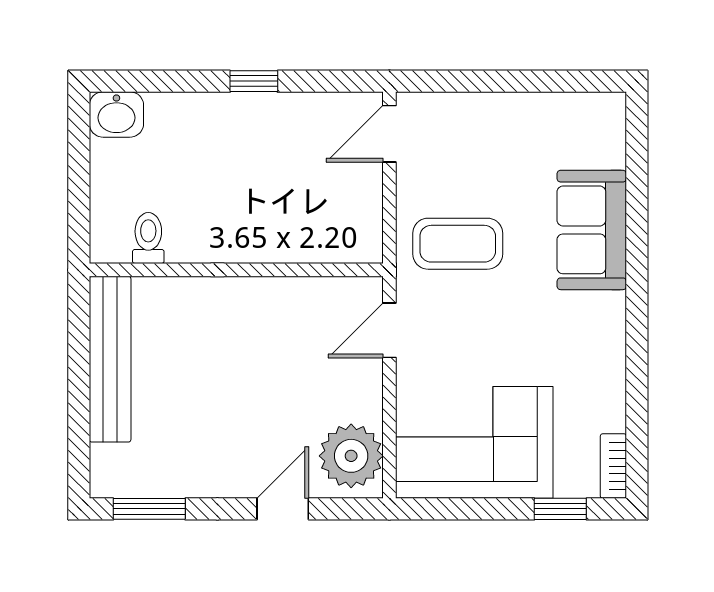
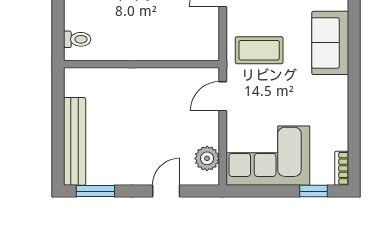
toilet: (148, 238) -> (77, 39), moved, turned 90
bench: (110, 359) -> (75, 141), moved
plant: (351, 456) -> (207, 158), width x0.73, depth x0.73

